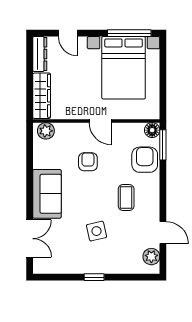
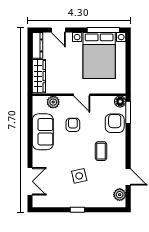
plant: (46, 131) -> (53, 102), moved
sofa: (47, 194) -> (43, 132), moved

